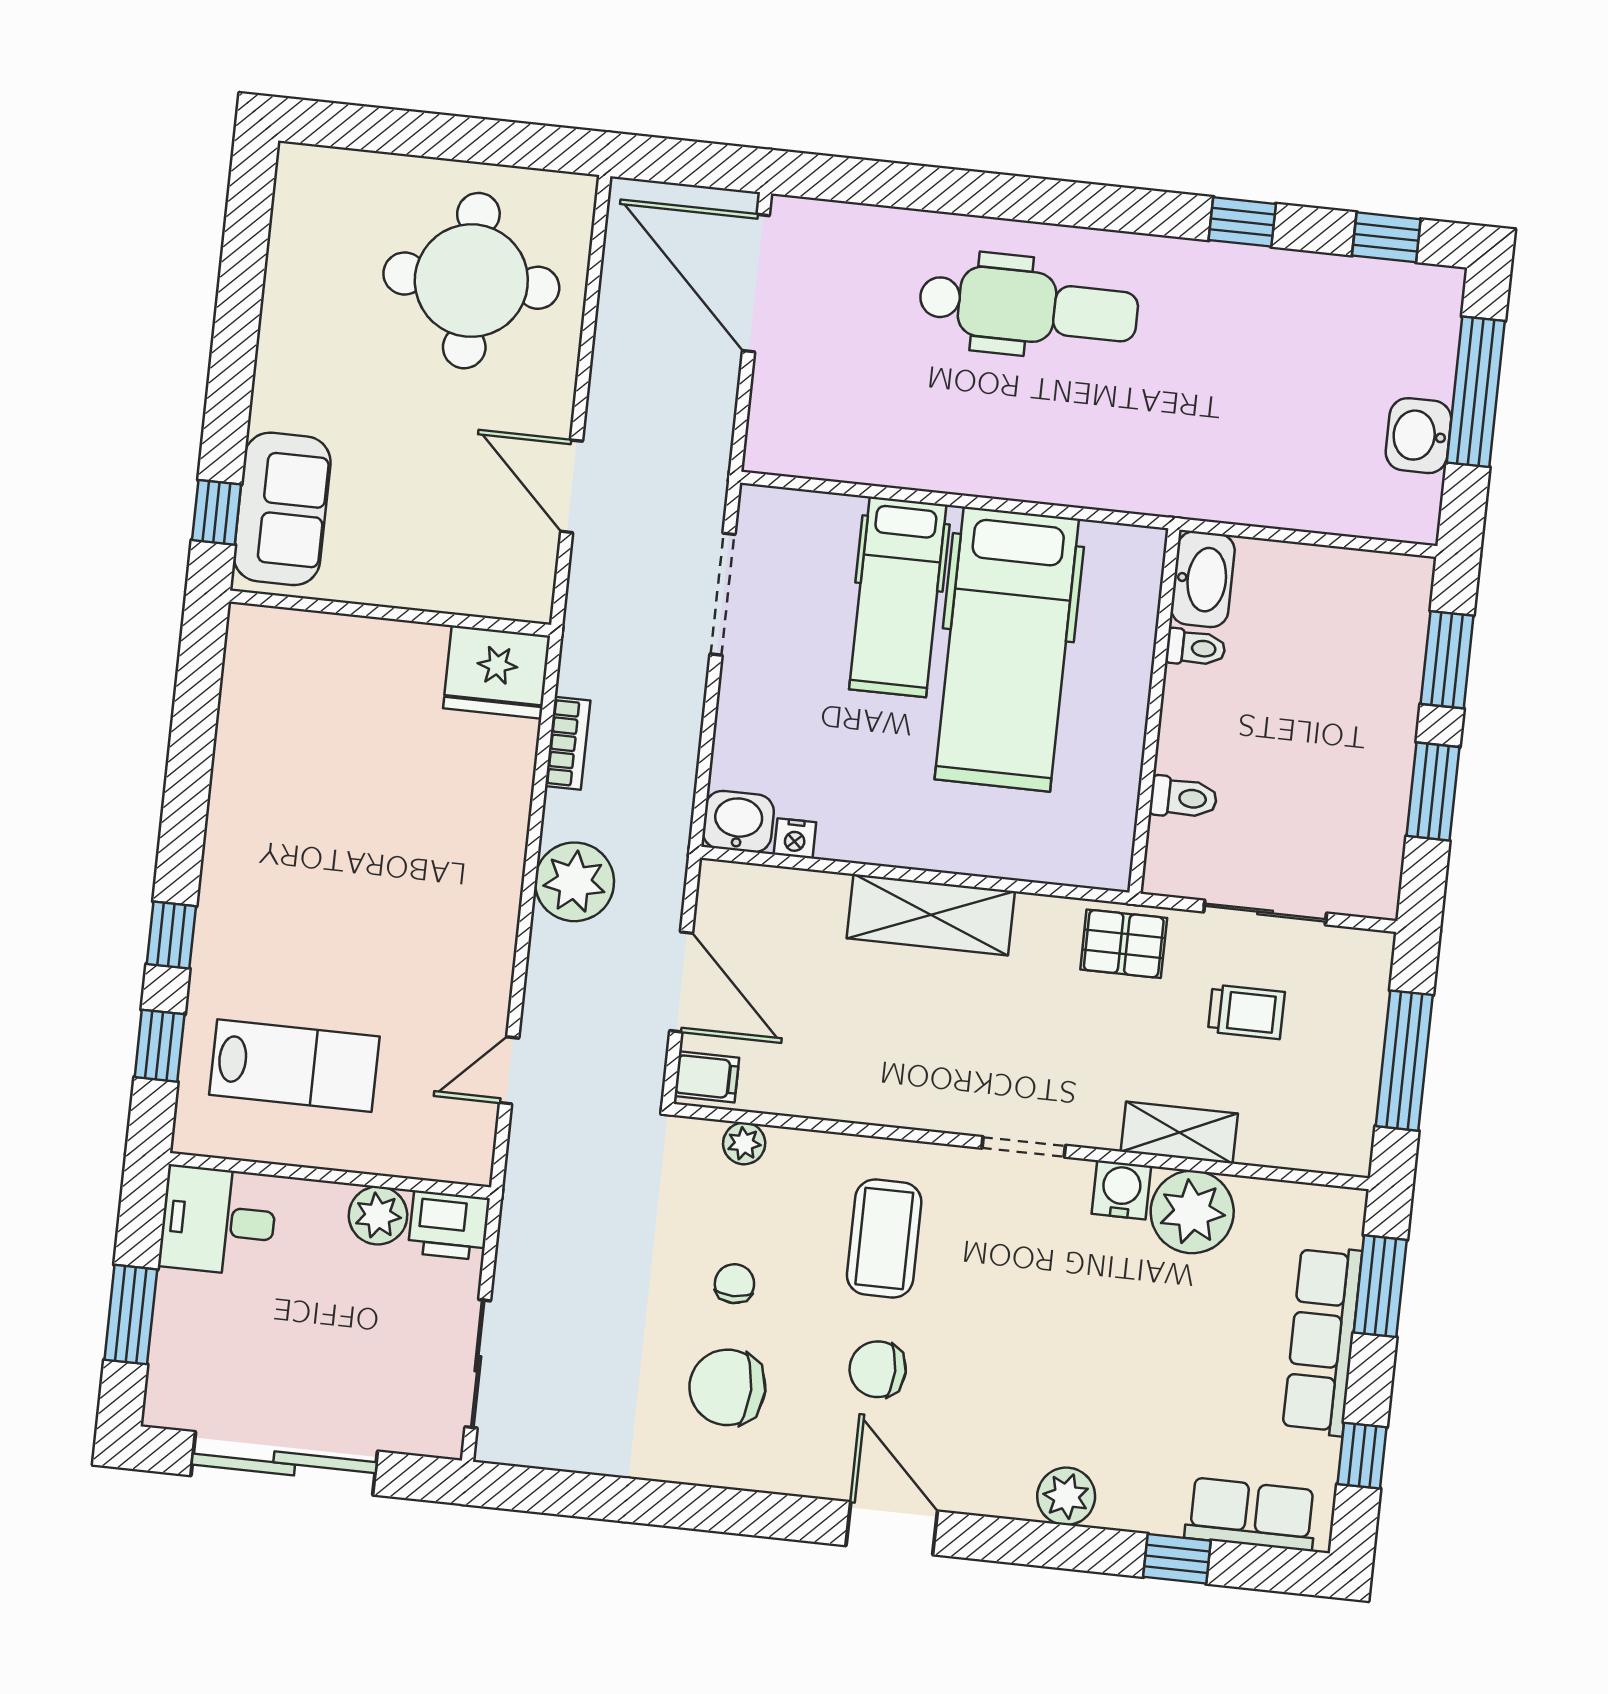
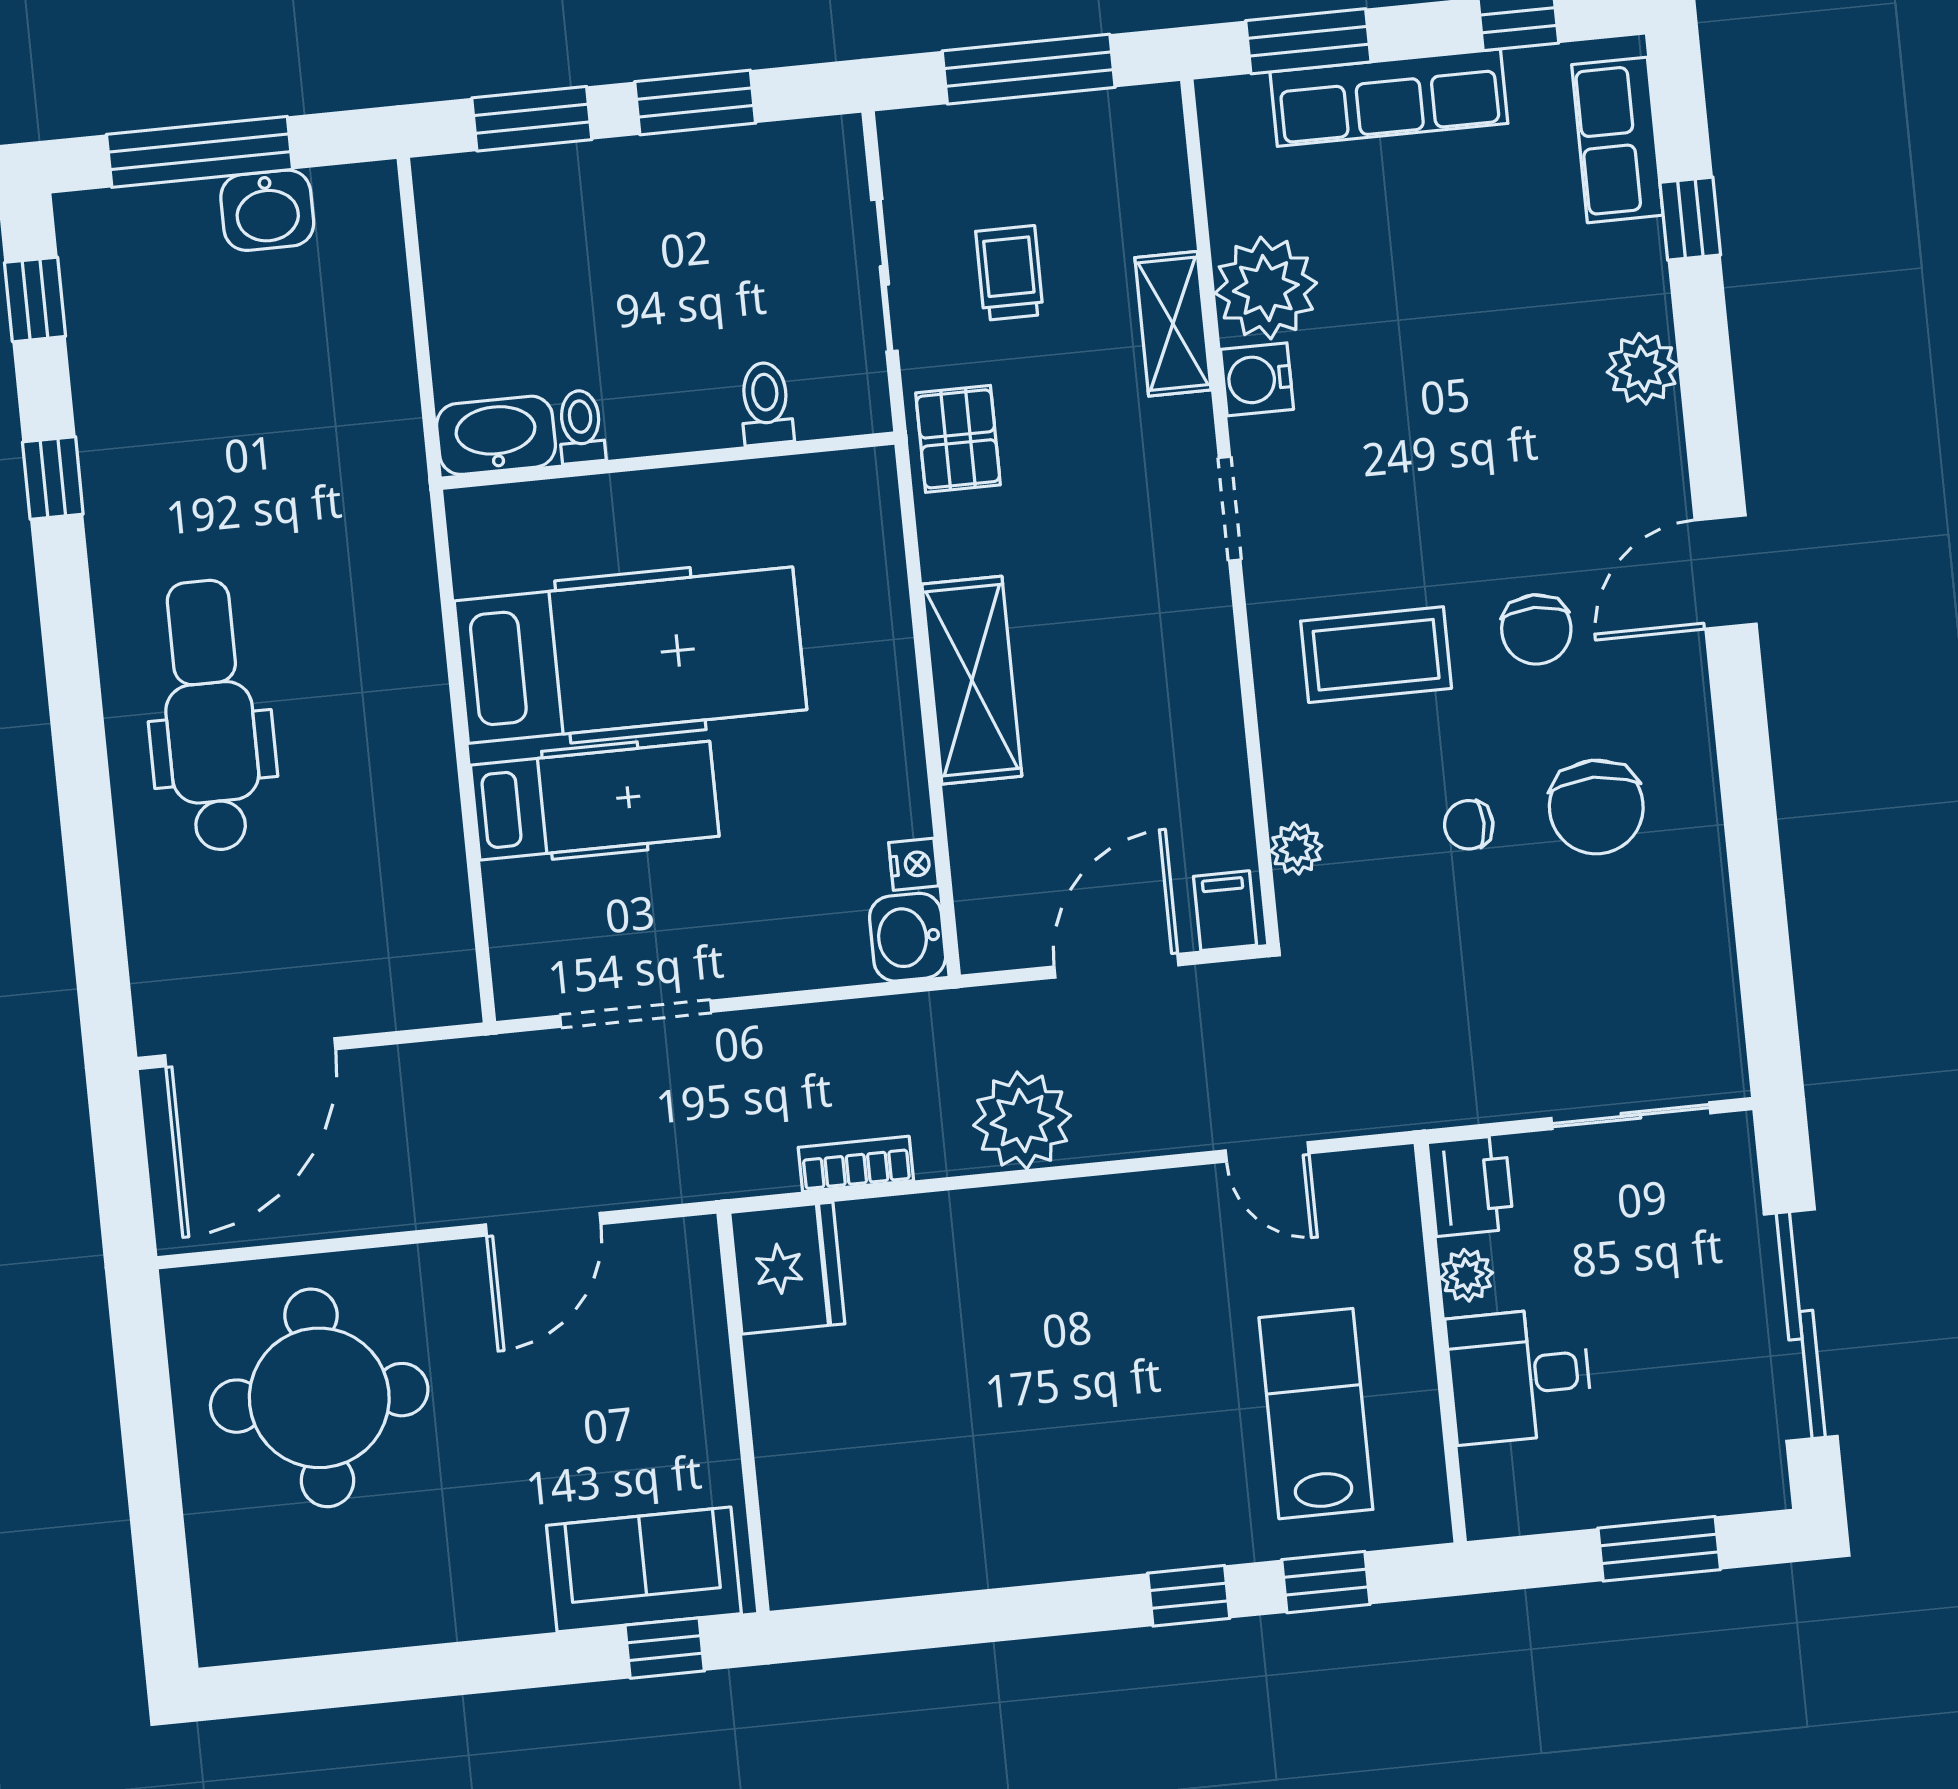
plant: (378, 1215) -> (1467, 1275), width x0.73, depth x0.73
desk: (218, 1221) -> (1519, 1376), moved, turned 90

